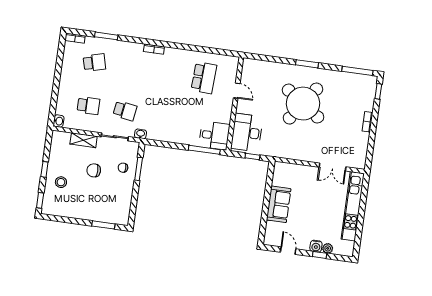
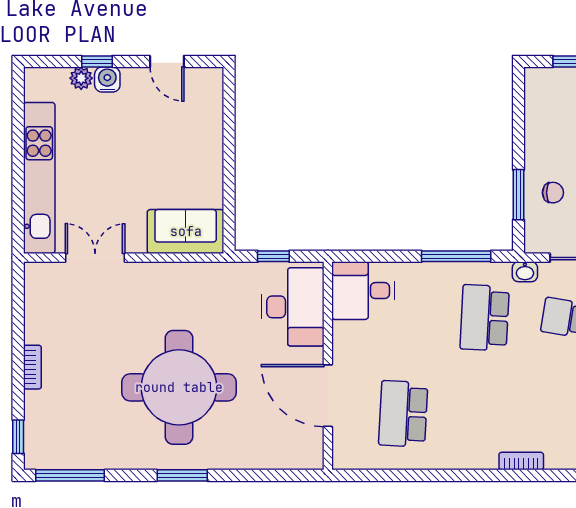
door: (237, 91) -> (328, 396), width x1.87
round table: (303, 104) -> (179, 387), turned -35
school desk: (161, 116) -> (485, 318), added
window: (204, 150) -> (456, 256), moved
sofa: (279, 204) -> (186, 231), moved, turned 90

